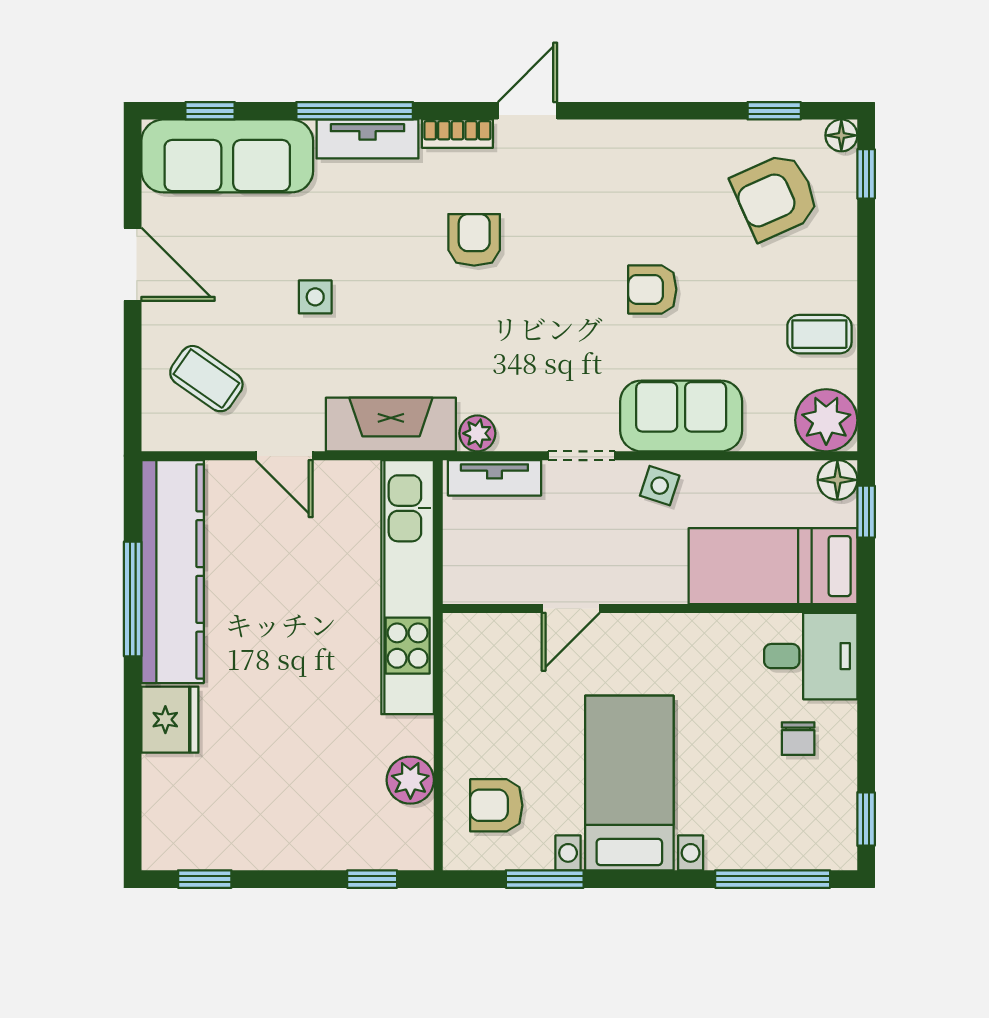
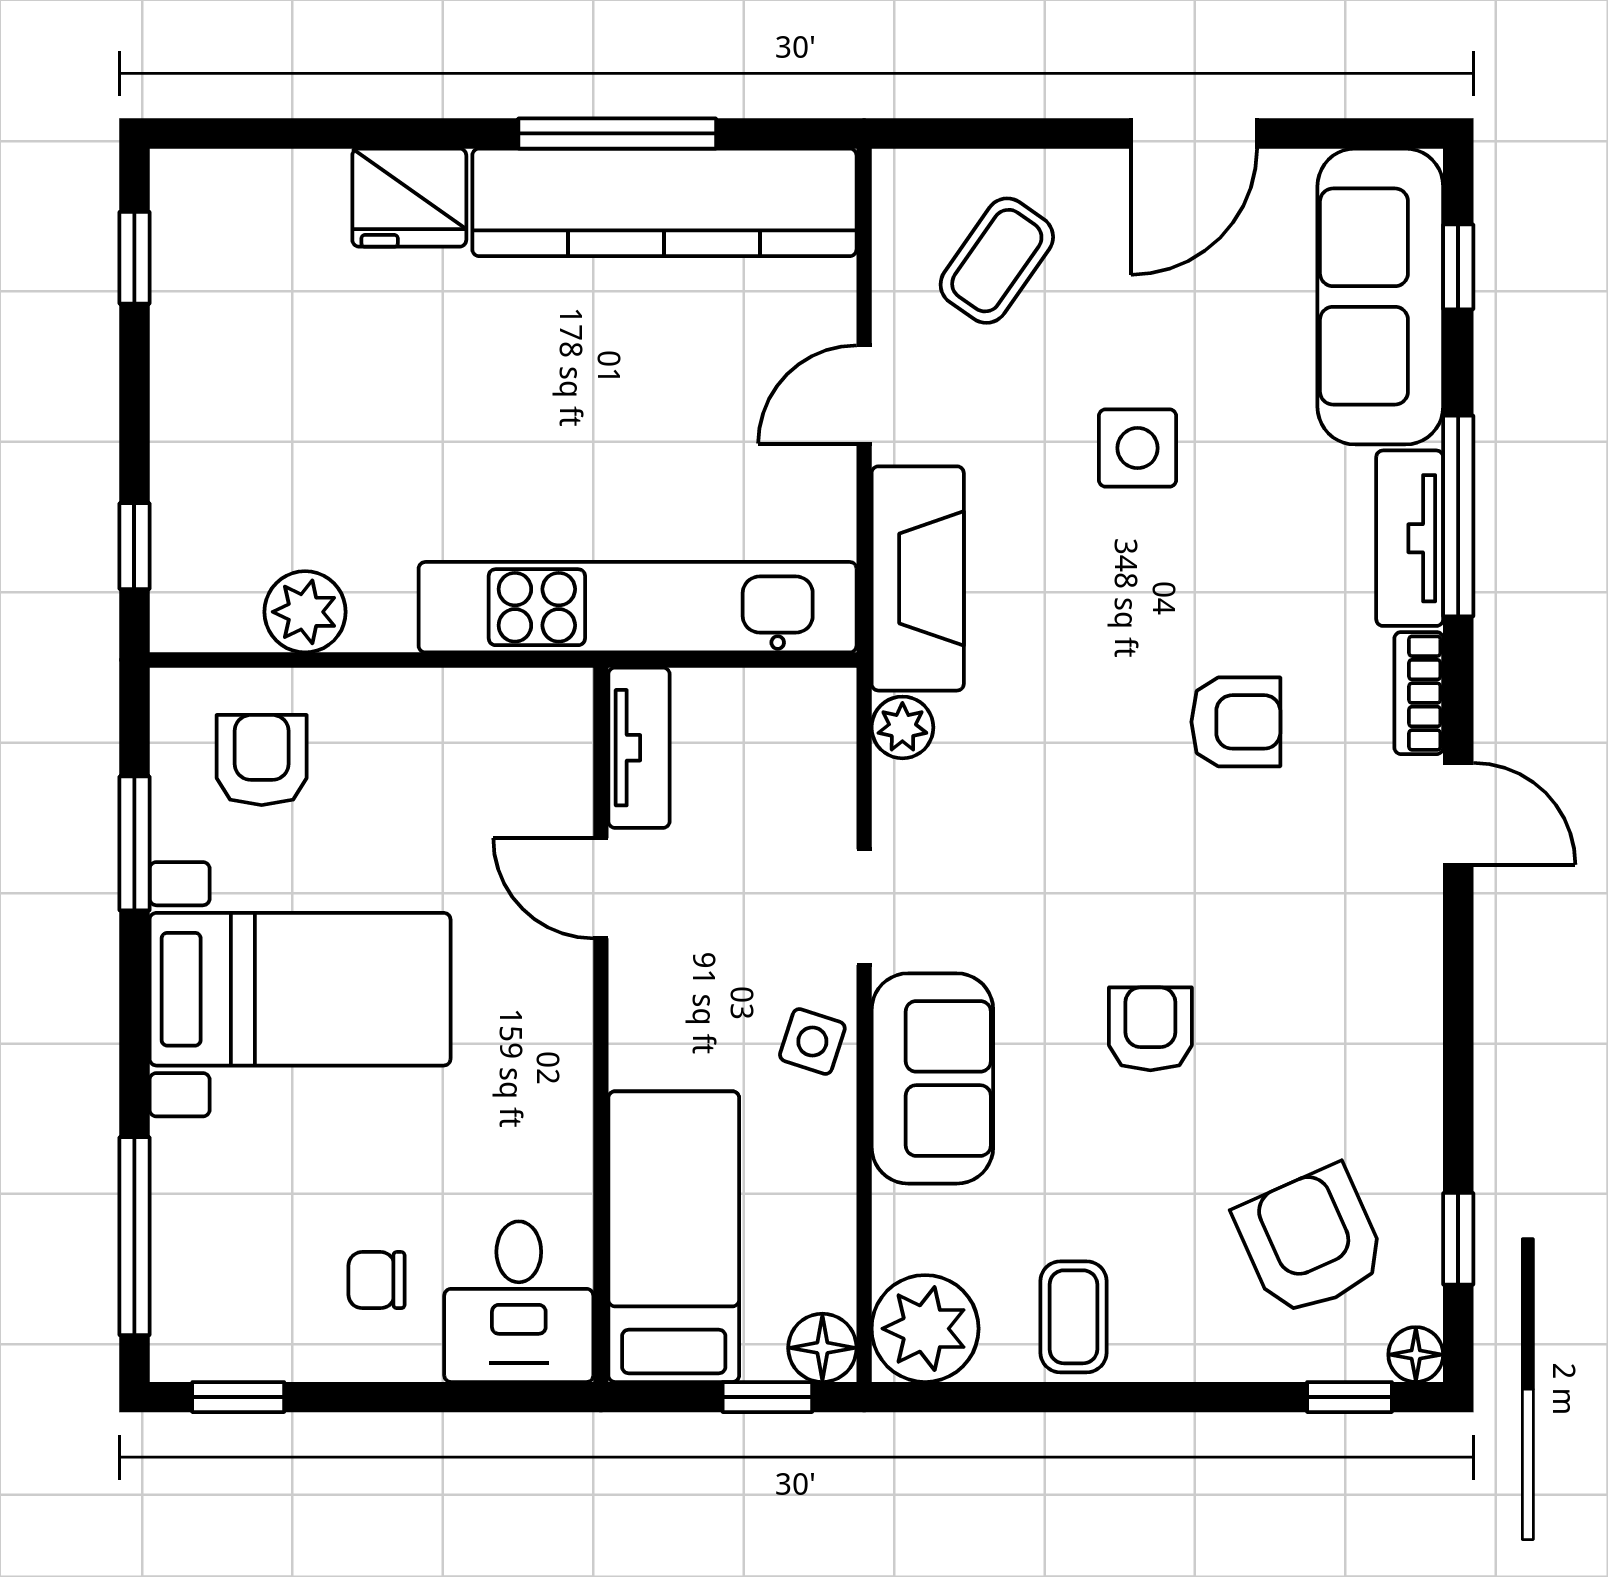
side table: (315, 297) -> (1138, 448), width x1.37, depth x1.37
tv unit: (494, 478) -> (639, 748), moved, turned 180

